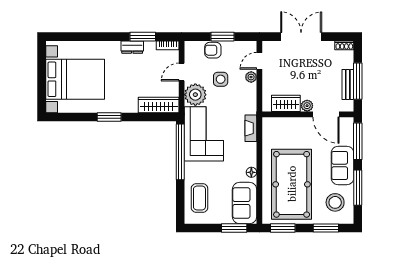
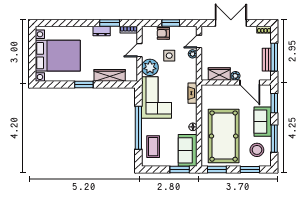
wardrobe: (159, 105) -> (110, 75), moved
window: (358, 141) -> (274, 103), width x0.69
window: (180, 152) -> (138, 128), moved

